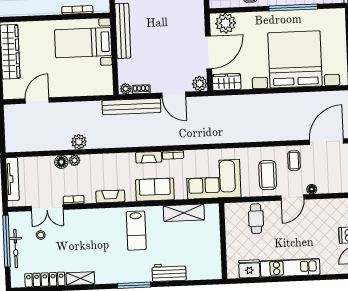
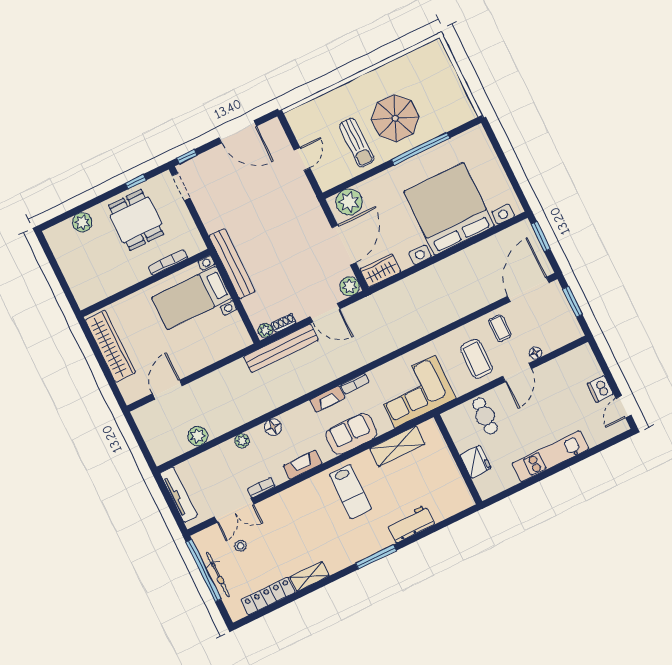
plant: (79, 142) -> (198, 436), moved
floor lamp: (61, 162) -> (273, 427), moved
fridge: (249, 269) -> (476, 462), moved, turned 90

